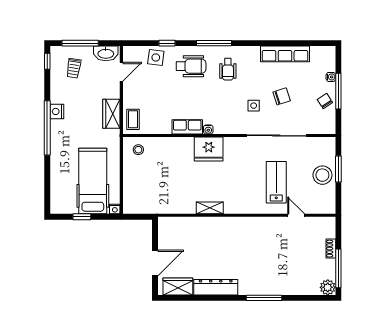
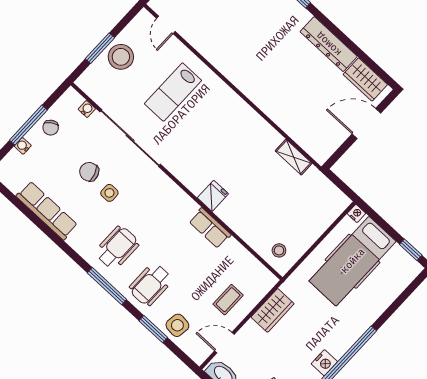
window: (167, 43) -> (153, 329), width x1.50
wheelchair: (191, 66) -> (151, 284), turned -90
wheelchair: (228, 69) -> (117, 248), width x1.36, depth x1.37
side table: (254, 106) -> (109, 193), moved
coffee table: (133, 119) -> (228, 300), moved
water cooler: (208, 129) -> (87, 109), moved
fridge: (209, 149) -> (213, 196), width x0.53, depth x0.75
shelving: (210, 208) -> (294, 157), moved
door: (296, 215) -> (166, 25), moved
window: (82, 217) -> (411, 250), moved

